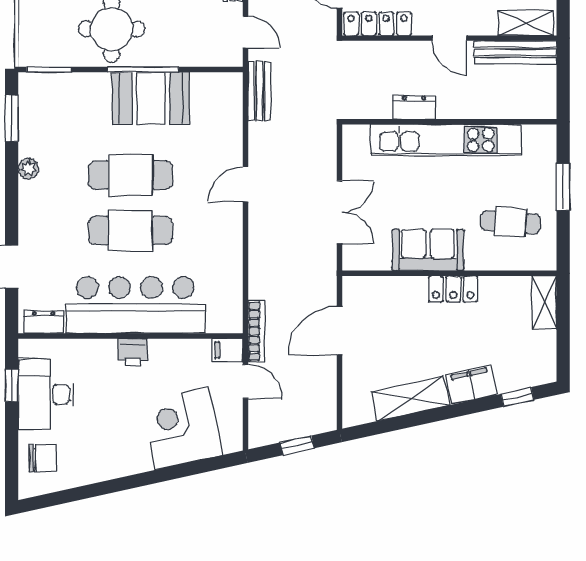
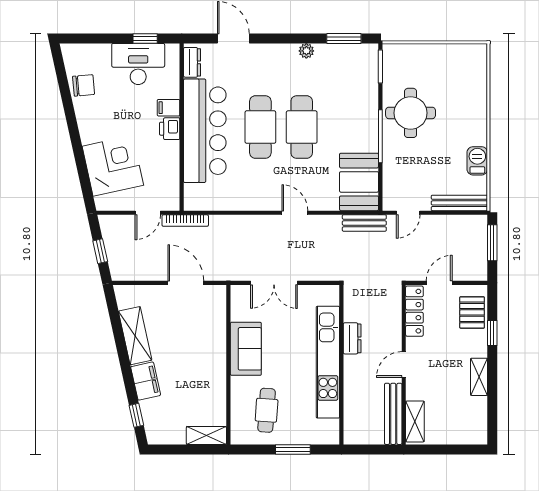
booth: (151, 98) -> (359, 182), moved
locker: (453, 289) -> (217, 368), removed
filing cabinet: (228, 350) -> (169, 108), moved, turned -90
chair: (43, 458) -> (84, 85), moved, turned -95

